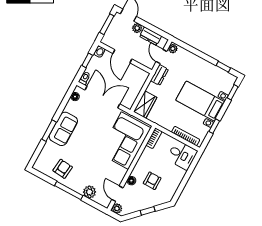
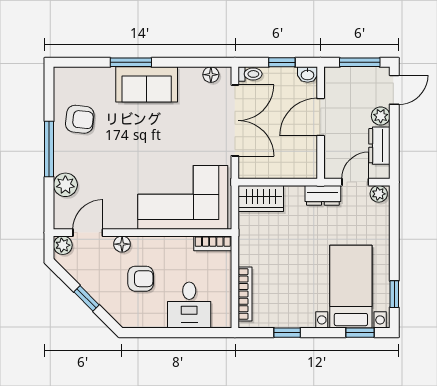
bed with nightstands: (200, 101) -> (351, 287), moved
desk: (182, 155) -> (189, 305), moved

